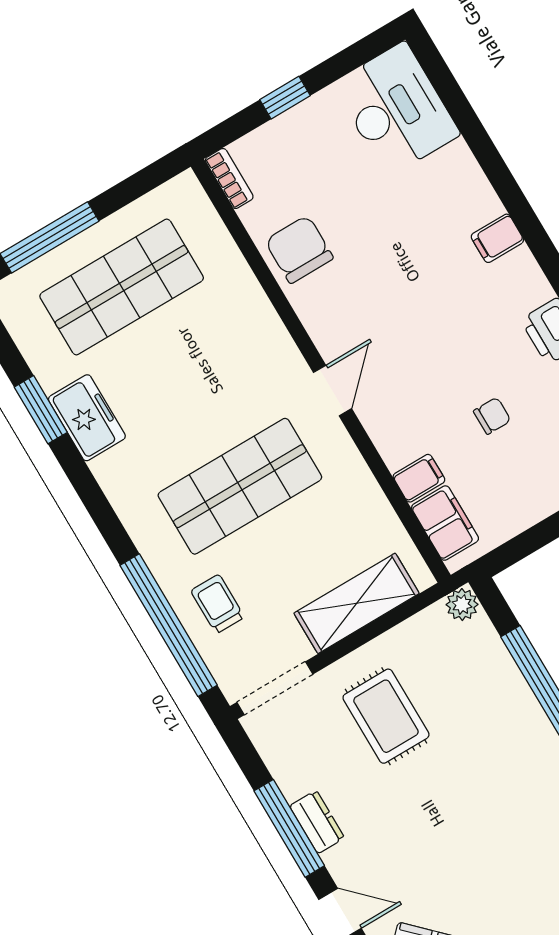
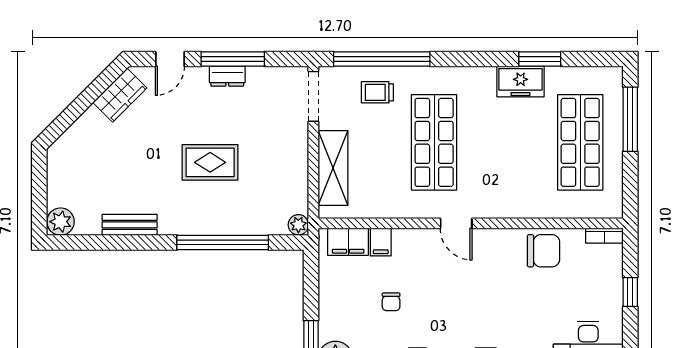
trolley: (218, 604) -> (377, 92), turned 180
rug: (386, 716) -> (210, 162), moved

